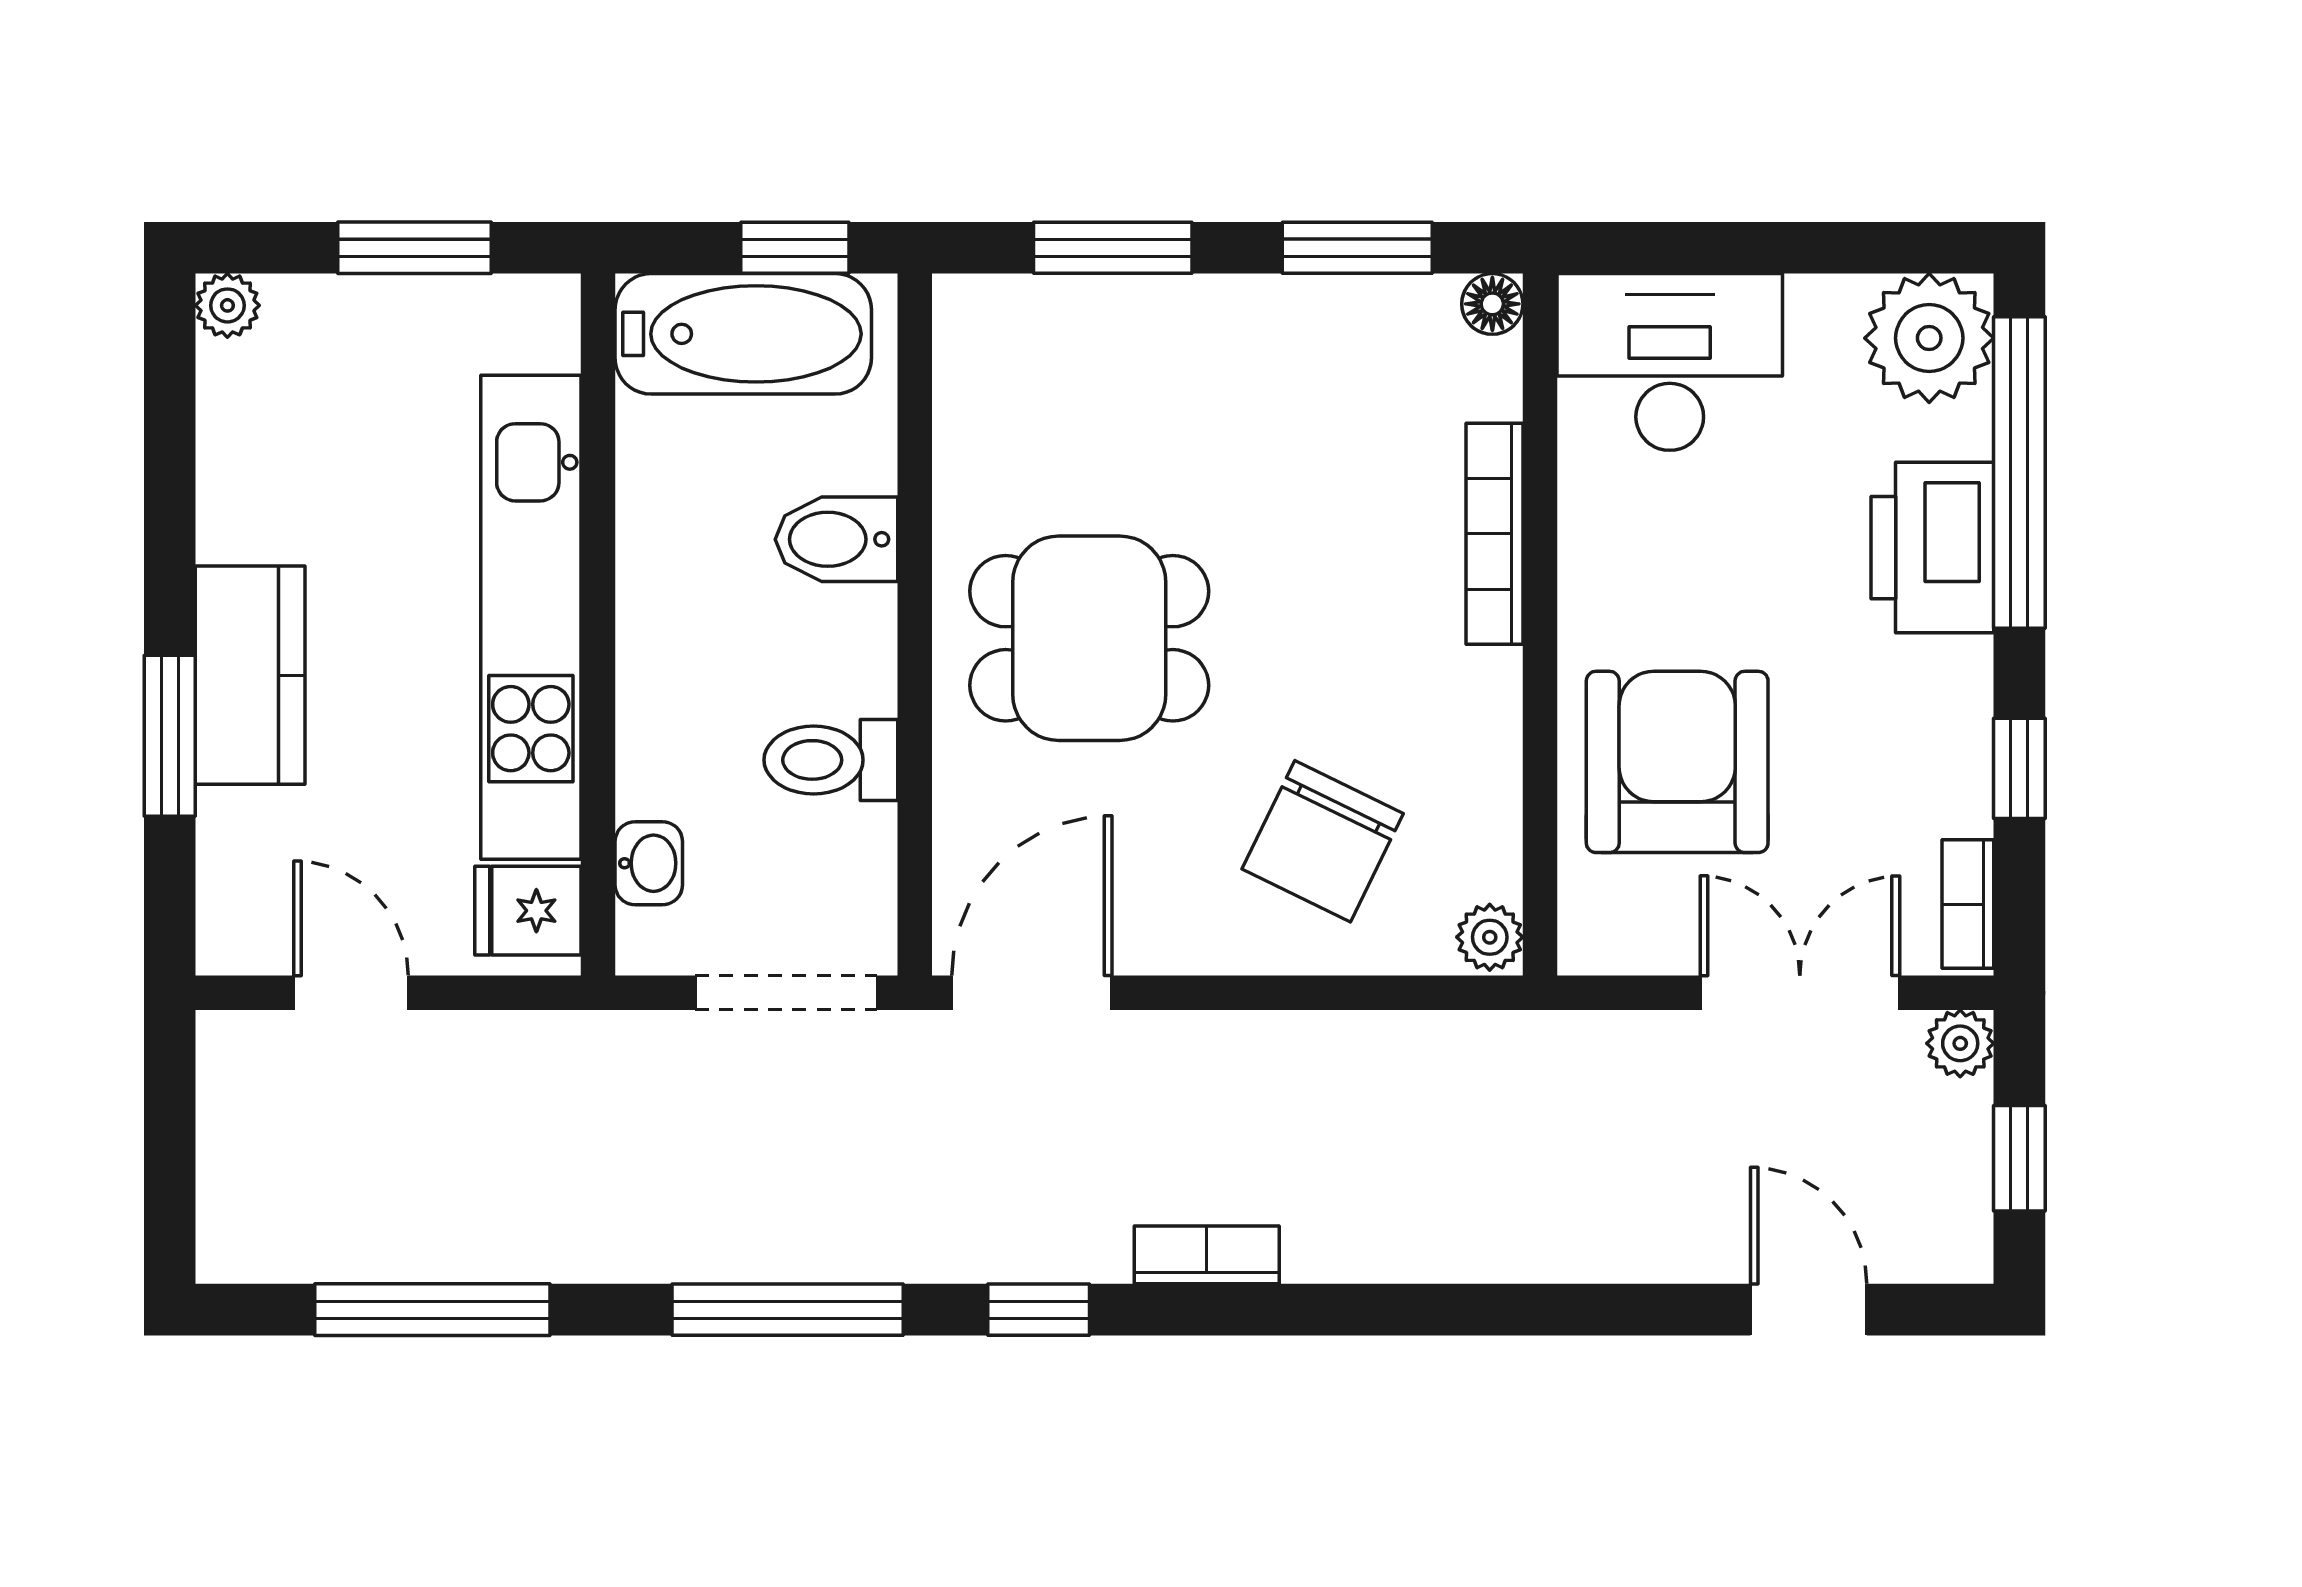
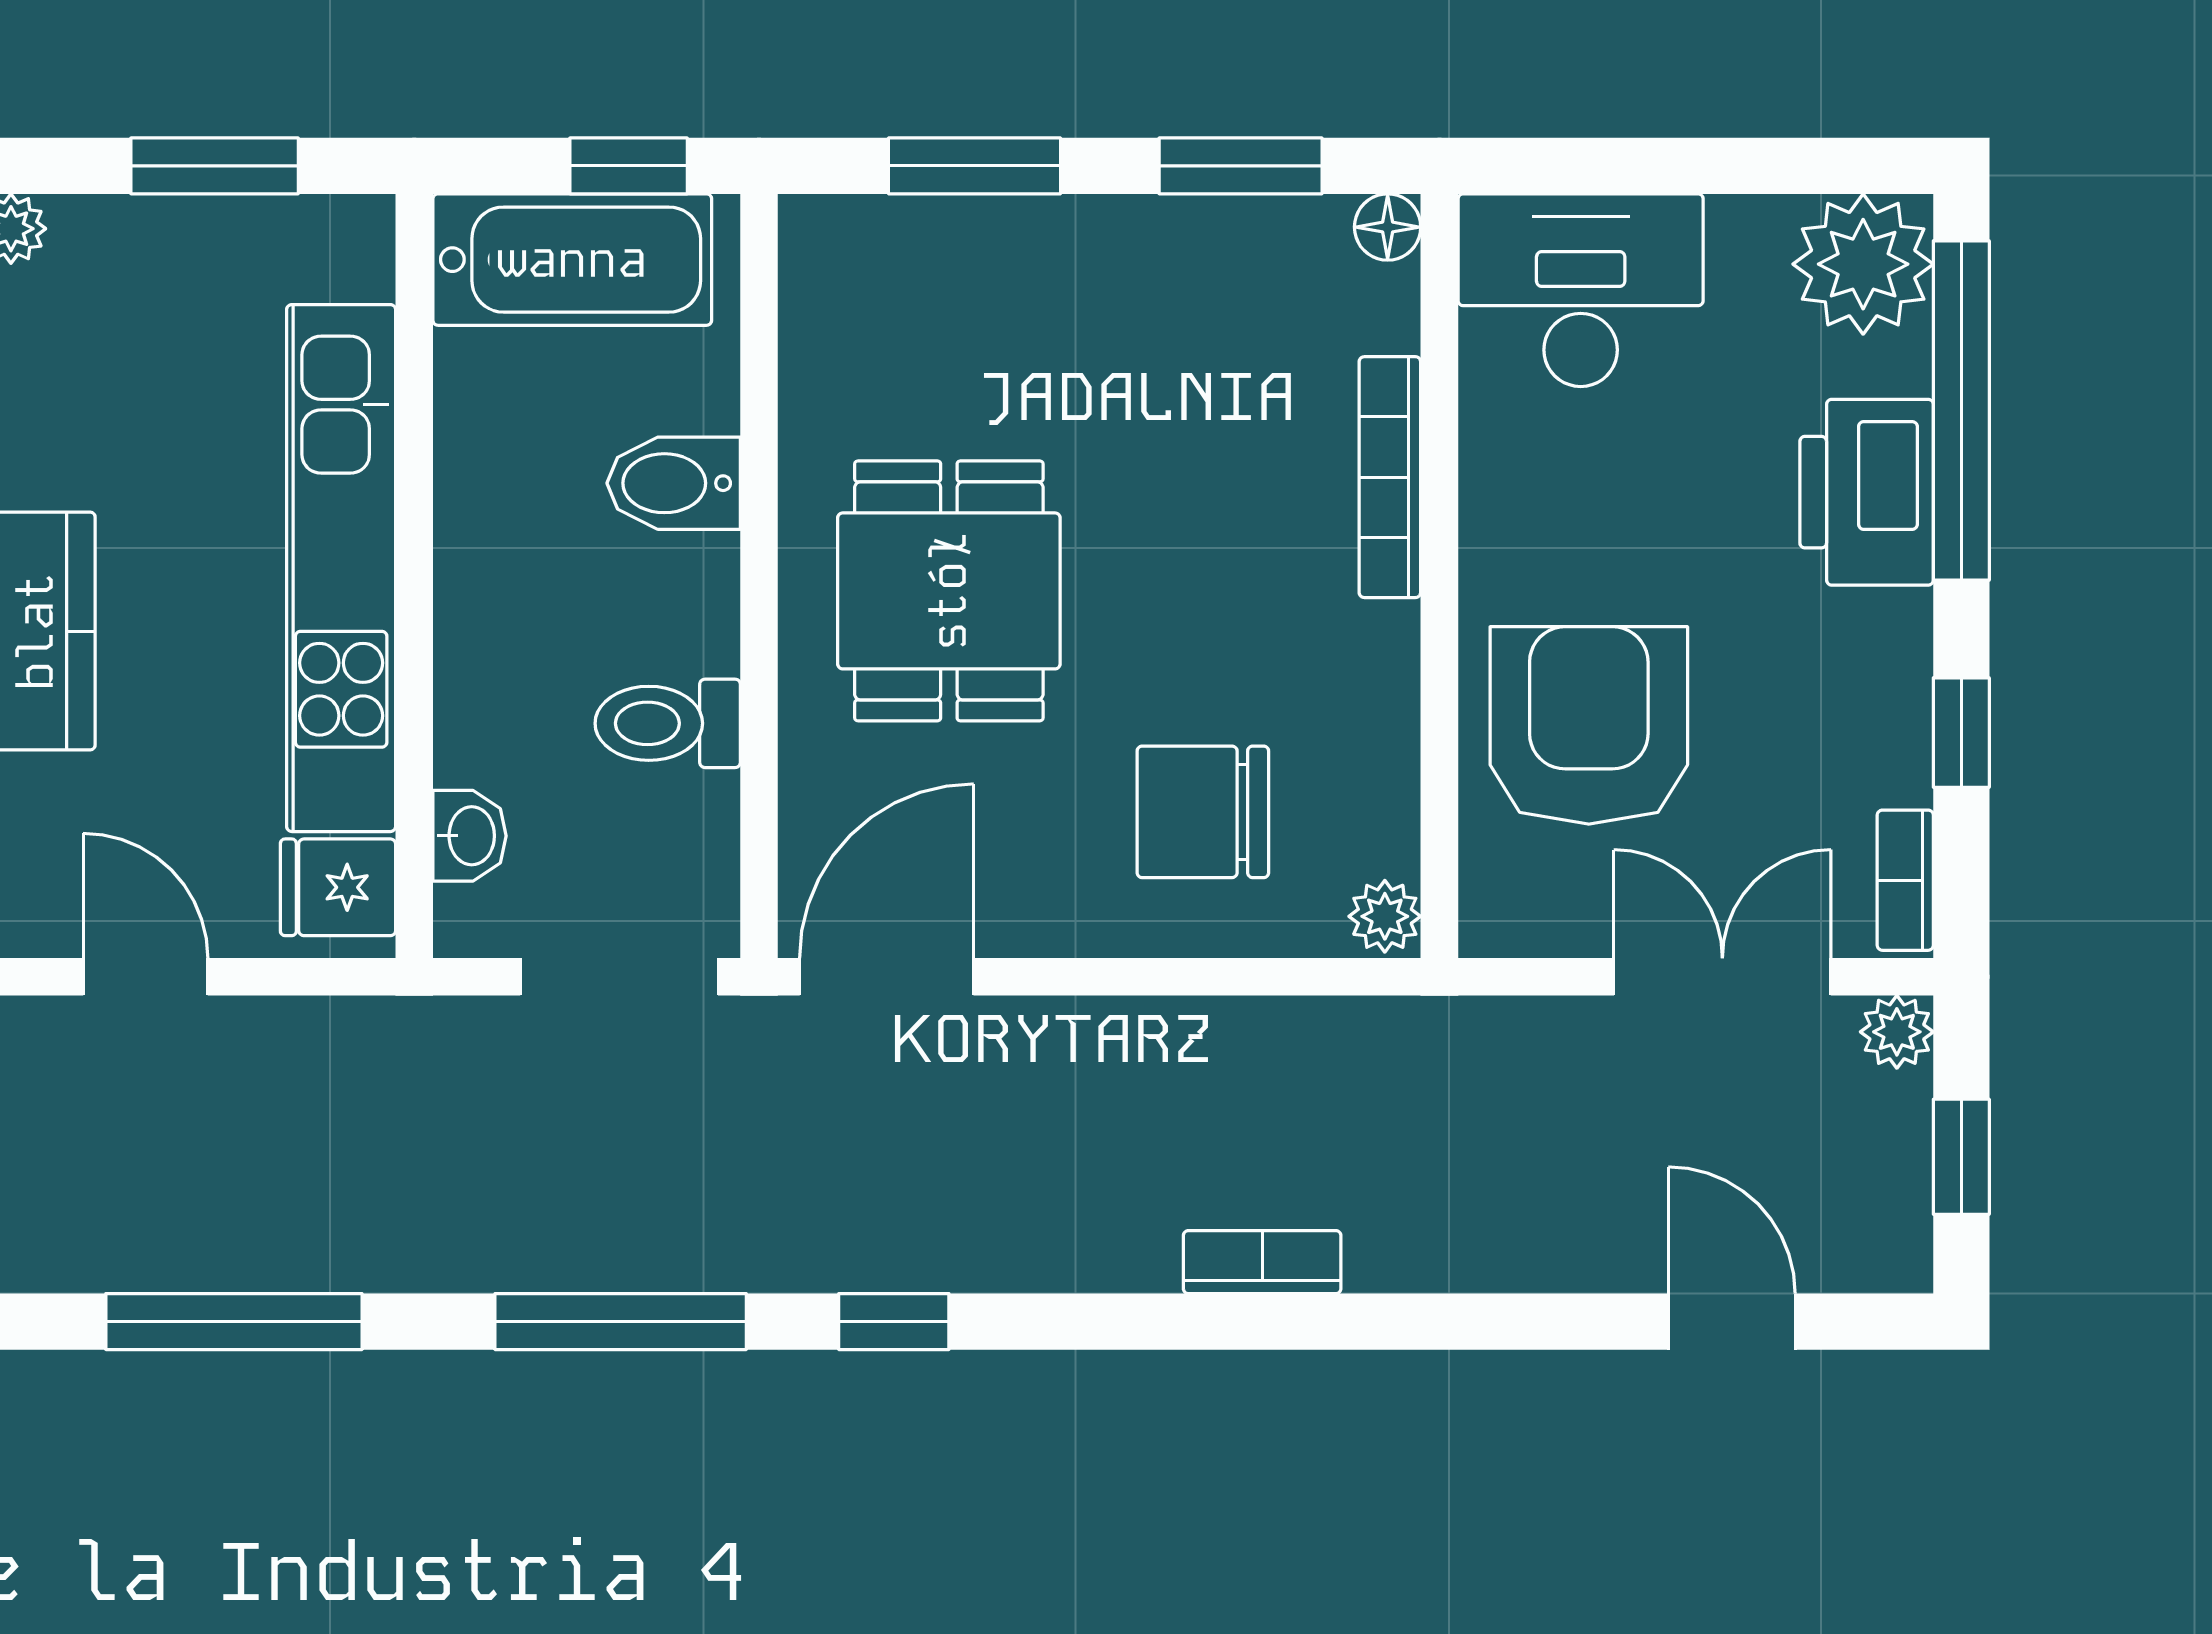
dining table: (1089, 638) -> (949, 591), turned 90
chair: (1323, 841) -> (1203, 812), turned 64
bookcase: (1207, 1255) -> (1262, 1262), moved

